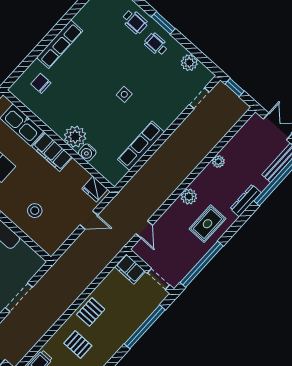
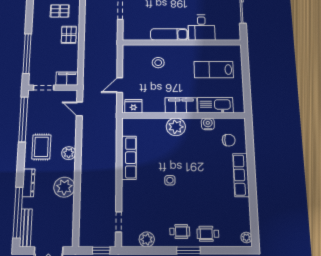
water cooler: (87, 153) -> (208, 124), moved
plant: (218, 162) -> (64, 187), width x1.88, depth x1.88

